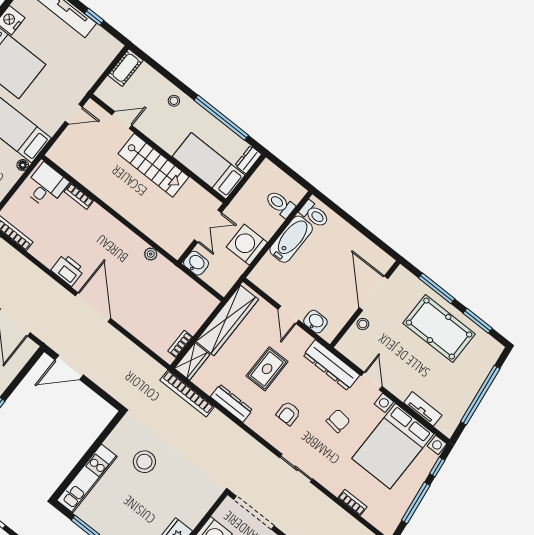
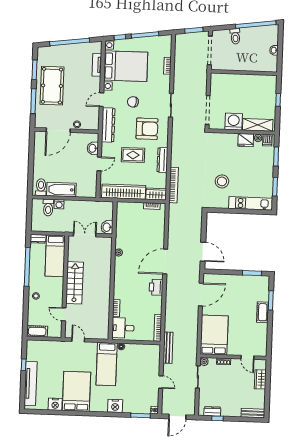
washing machine: (247, 245) -> (59, 204), moved, width x0.53, depth x0.53
armchair: (288, 413) -> (147, 129), width x1.88, depth x1.88

